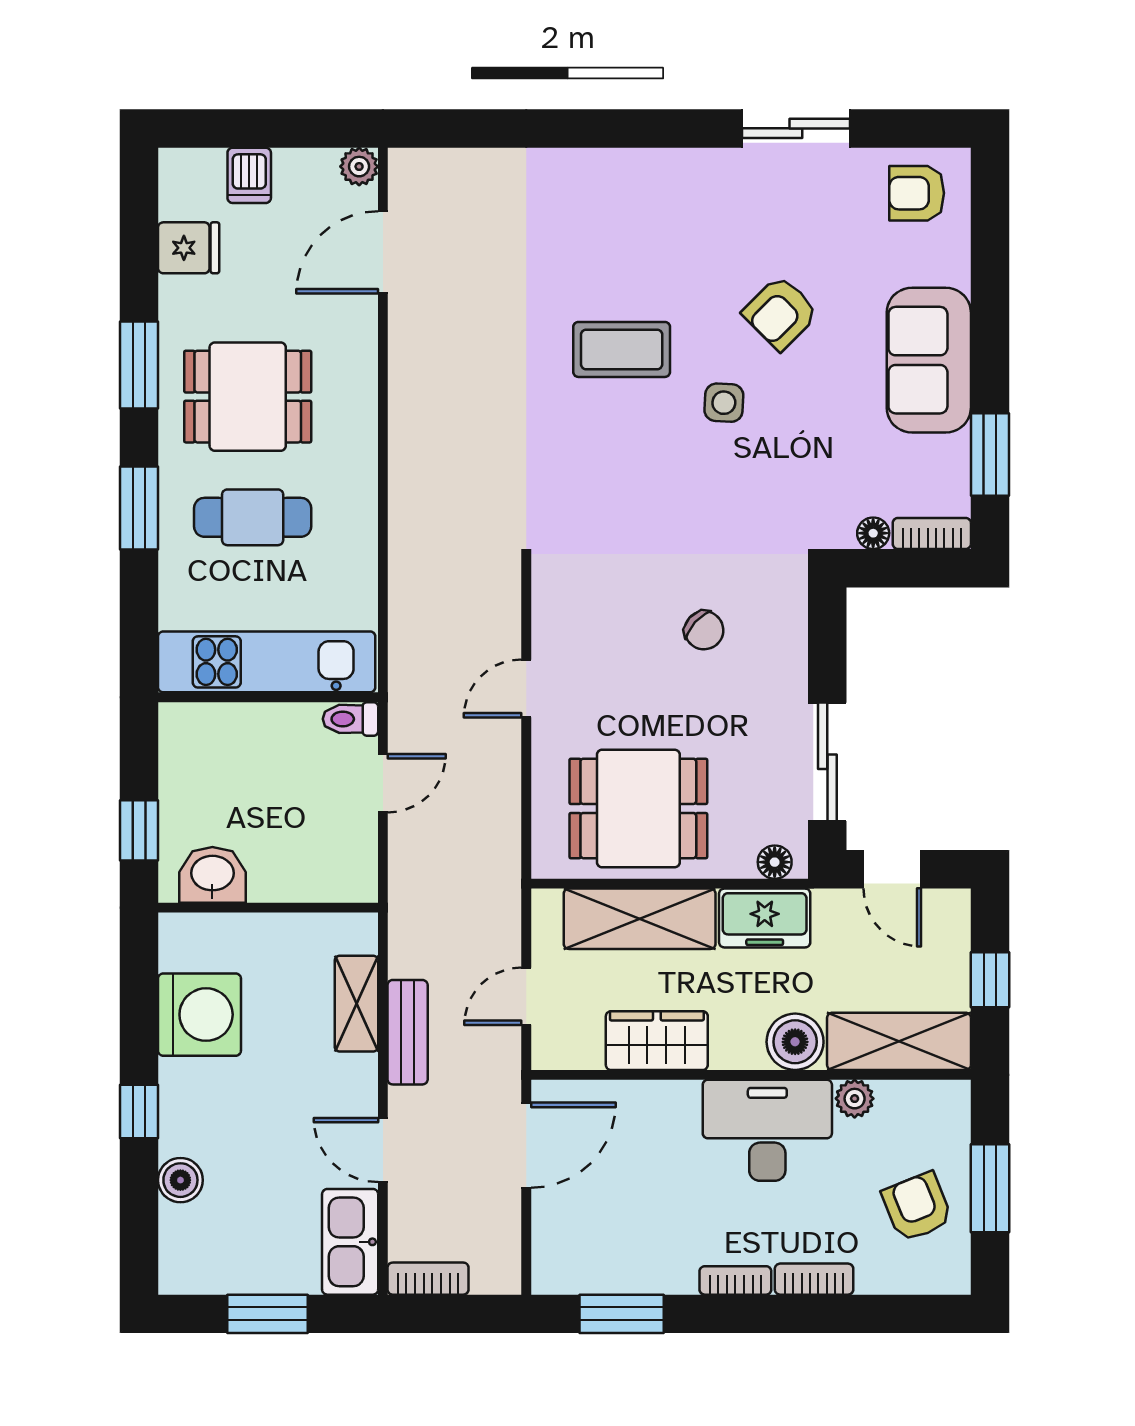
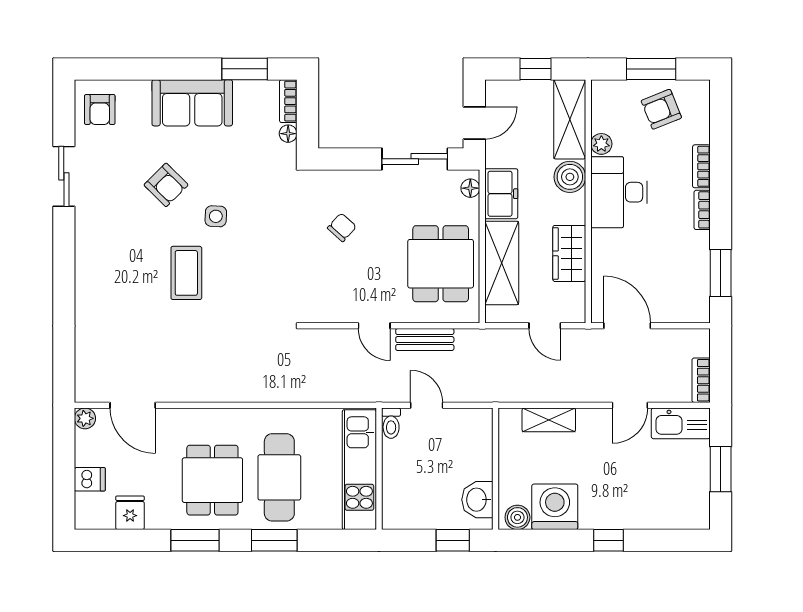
cafe table: (253, 517) -> (279, 477), width x1.37, depth x1.35
bench: (408, 1032) -> (425, 340), moved
boiler: (180, 1180) -> (517, 517), moved

